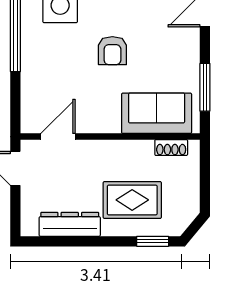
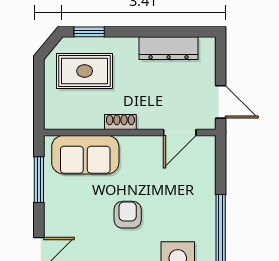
shoe rack: (171, 147) -> (120, 122), moved
rug: (132, 200) -> (85, 71), moved

